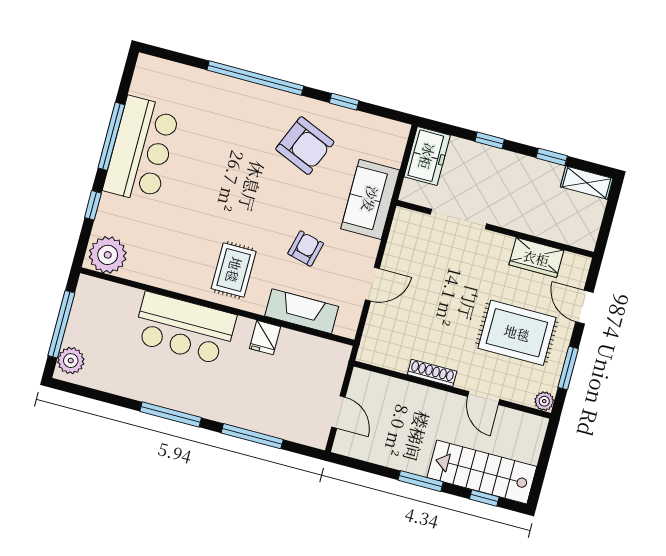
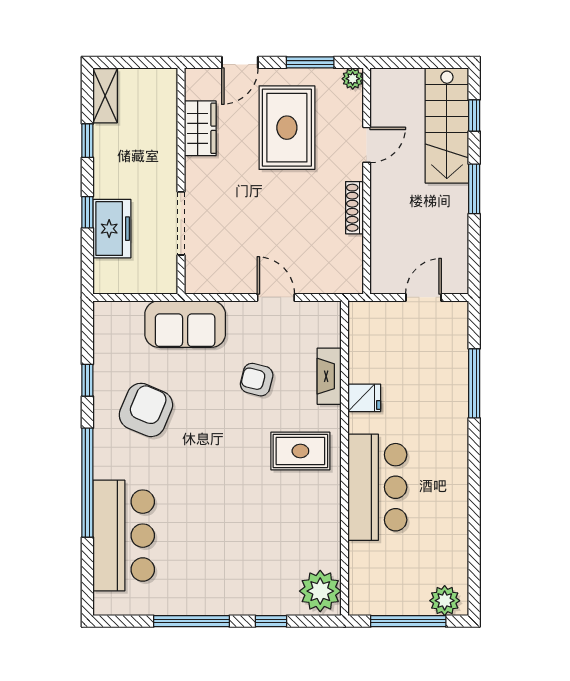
bar counter: (141, 150) -> (124, 536), moved, turned 90
freezer: (427, 156) -> (112, 229), moved, turned 90
fireplace: (302, 311) -> (329, 376), width x0.73, depth x0.76
window: (171, 415) -> (474, 477), removed

